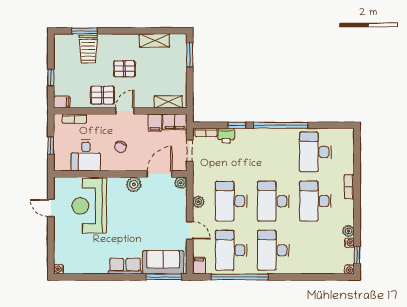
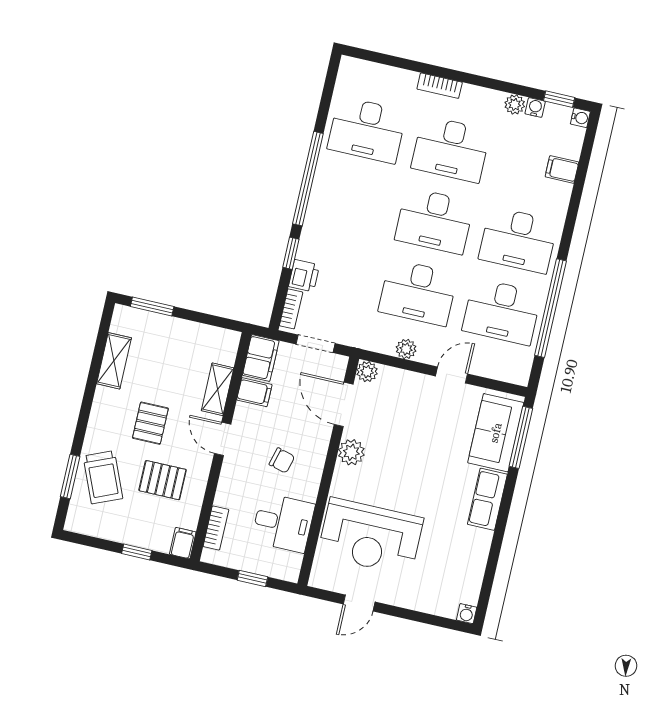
trolley: (88, 49) -> (103, 477), turned 67
pallet: (102, 95) -> (163, 480), moved, turned 90
shelving: (168, 102) -> (218, 389), moved
filing cabinet: (199, 266) -> (562, 169), moved

